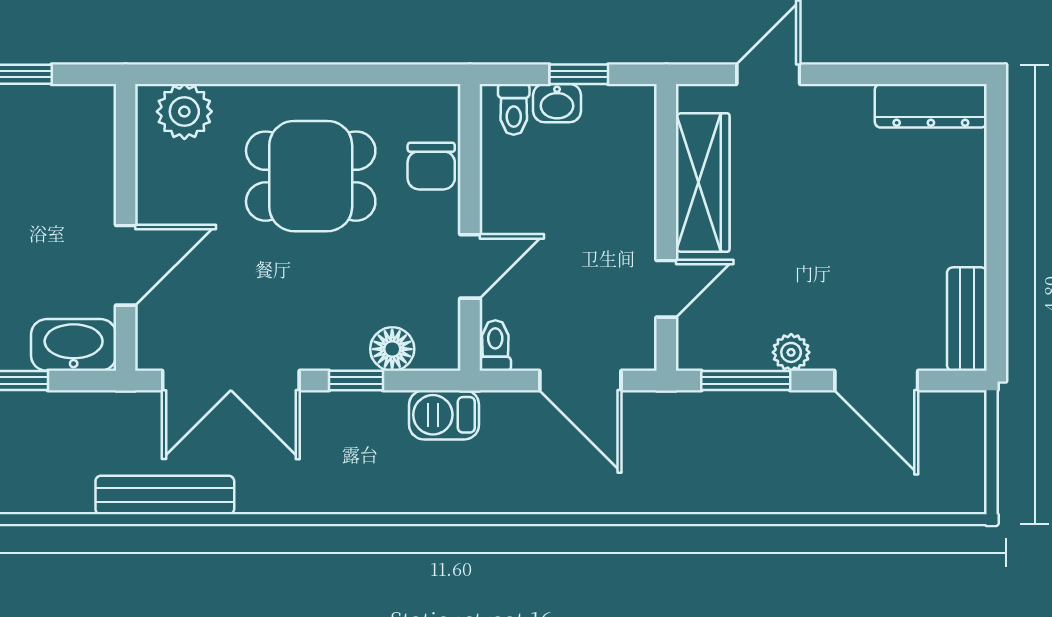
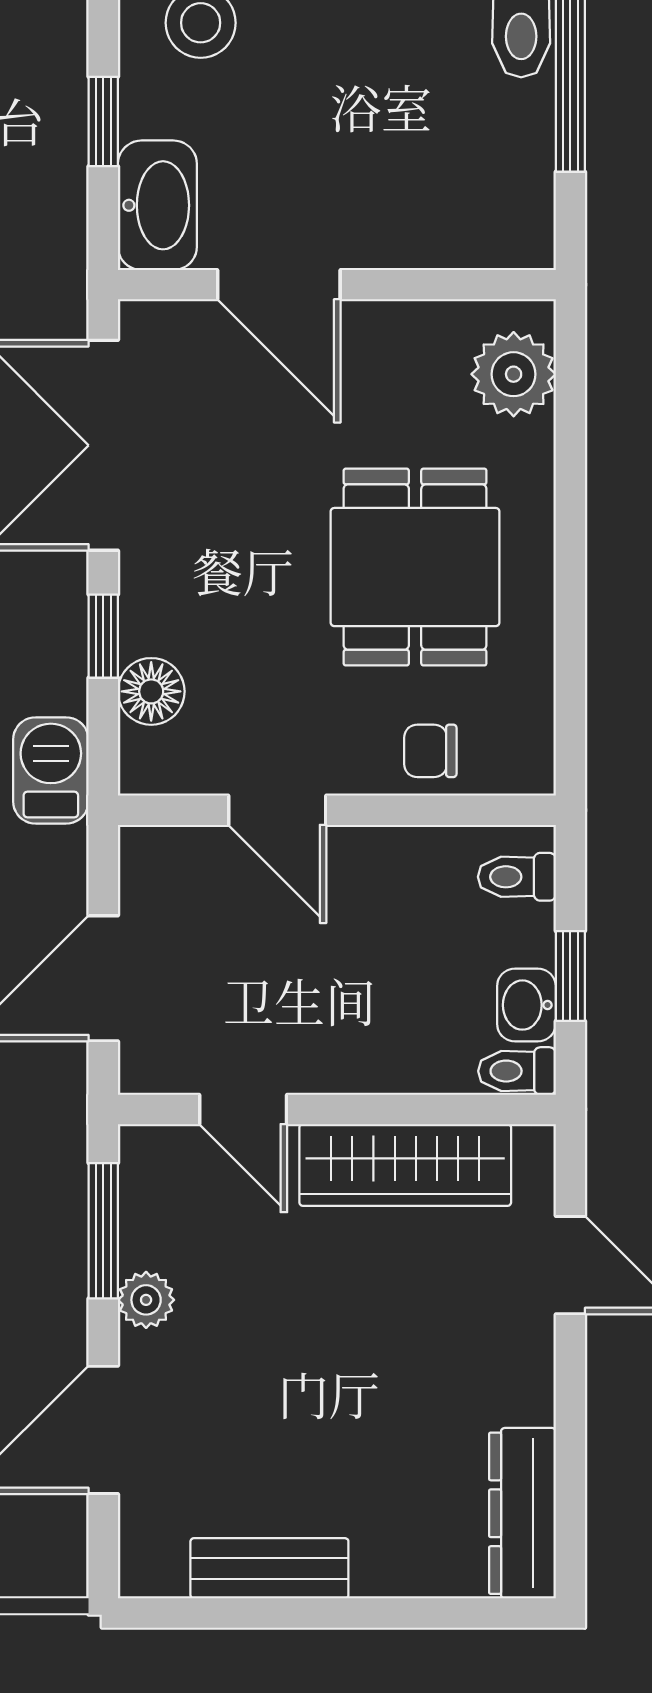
washbasin: (557, 103) -> (526, 1005), moved
chair: (431, 166) -> (430, 751), width x0.73, depth x0.73
bench: (967, 319) -> (269, 1568), moved
toilet: (495, 345) -> (517, 1071), moved, turned 180

